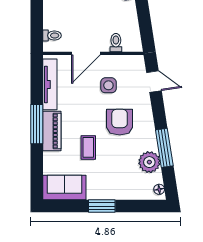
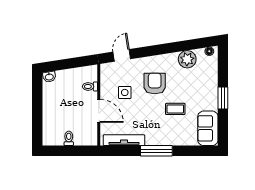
toilet: (52, 35) -> (69, 138), moved
armchair: (120, 122) -> (155, 83), turned 90
piano: (52, 131) -> (162, 139), removed
window: (164, 148) -> (176, 47), removed

